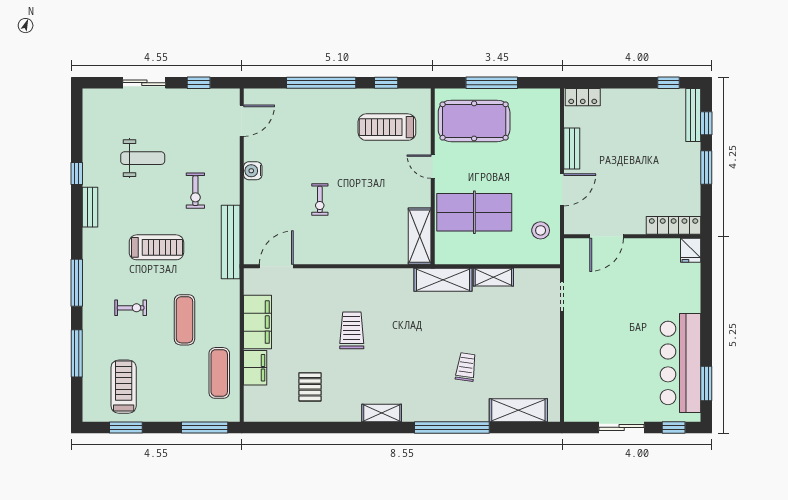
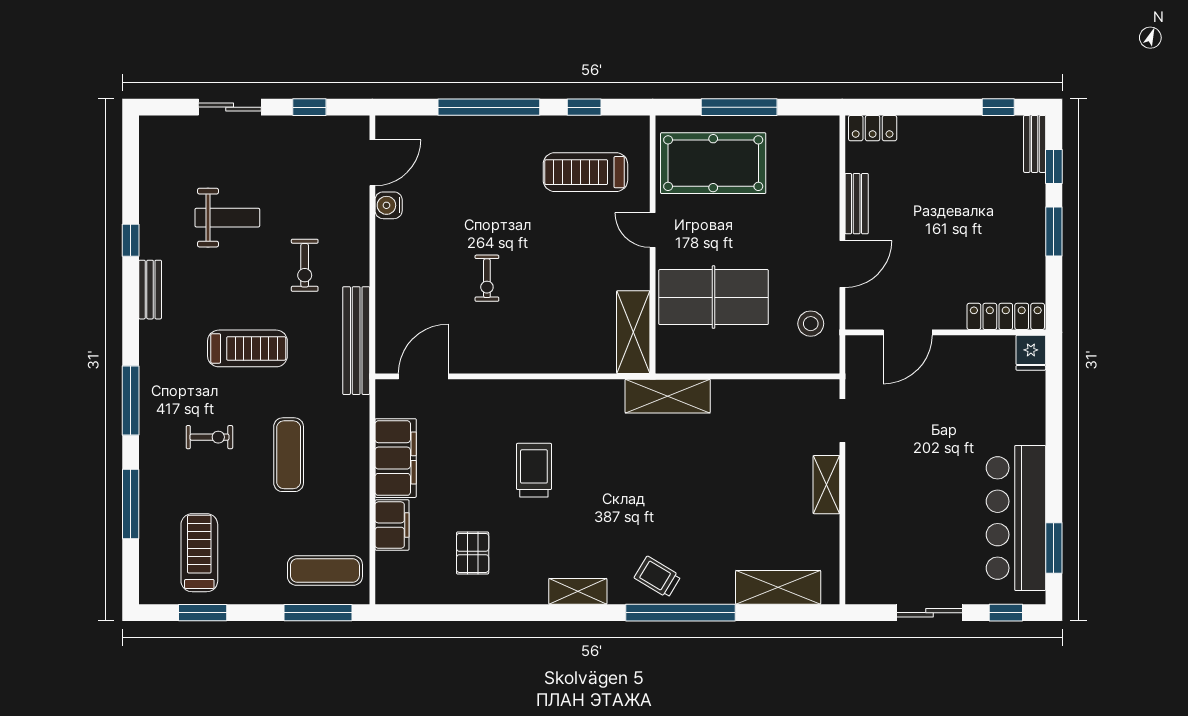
bench: (693, 115) -> (1035, 144), width x0.73
water cooler: (253, 171) -> (389, 205), moved
shelving: (493, 277) -> (826, 485), moved, turned 90
trolley: (466, 367) -> (657, 577), moved, turned -67
exercise mat: (219, 373) -> (325, 571), moved, turned 90

